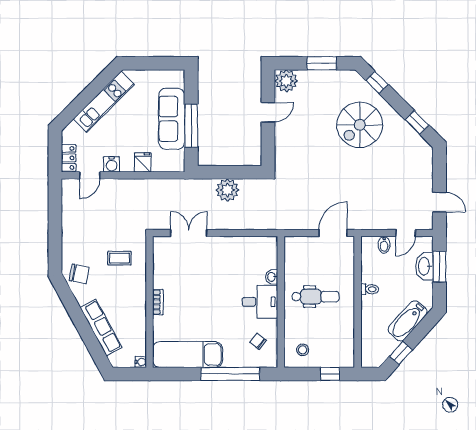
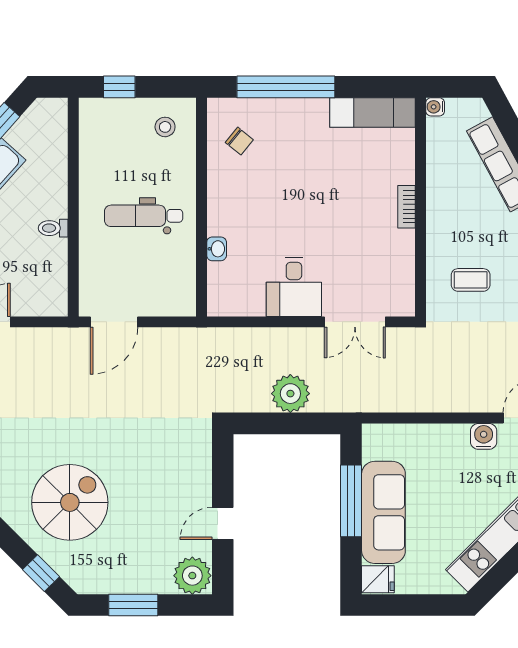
fridge: (143, 162) -> (378, 579), moved, turned -90
bidet: (384, 245) -> (29, 302), removed
desk: (260, 302) -> (294, 287), moved, turned -90
exam couch: (188, 355) -> (372, 112), width x0.73, depth x0.69

